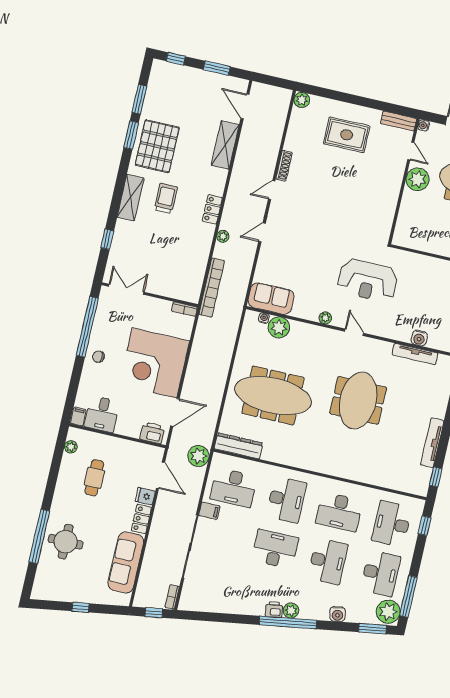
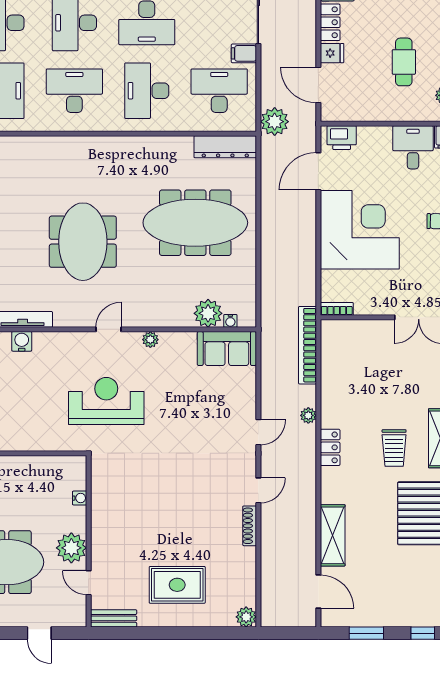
water cooler: (424, 125) -> (80, 498), moved
door: (354, 332) -> (108, 329), swing flipped

